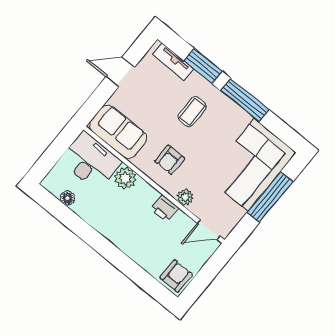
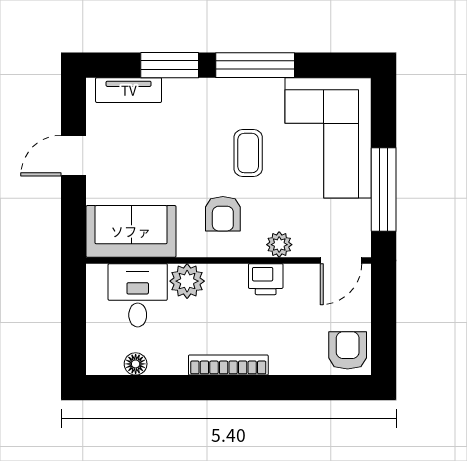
coffee table: (192, 112) -> (248, 153), moved
desk: (91, 161) -> (138, 295), width x0.73
window: (270, 197) -> (384, 189), moved
bookcase: (112, 236) -> (228, 365), added

